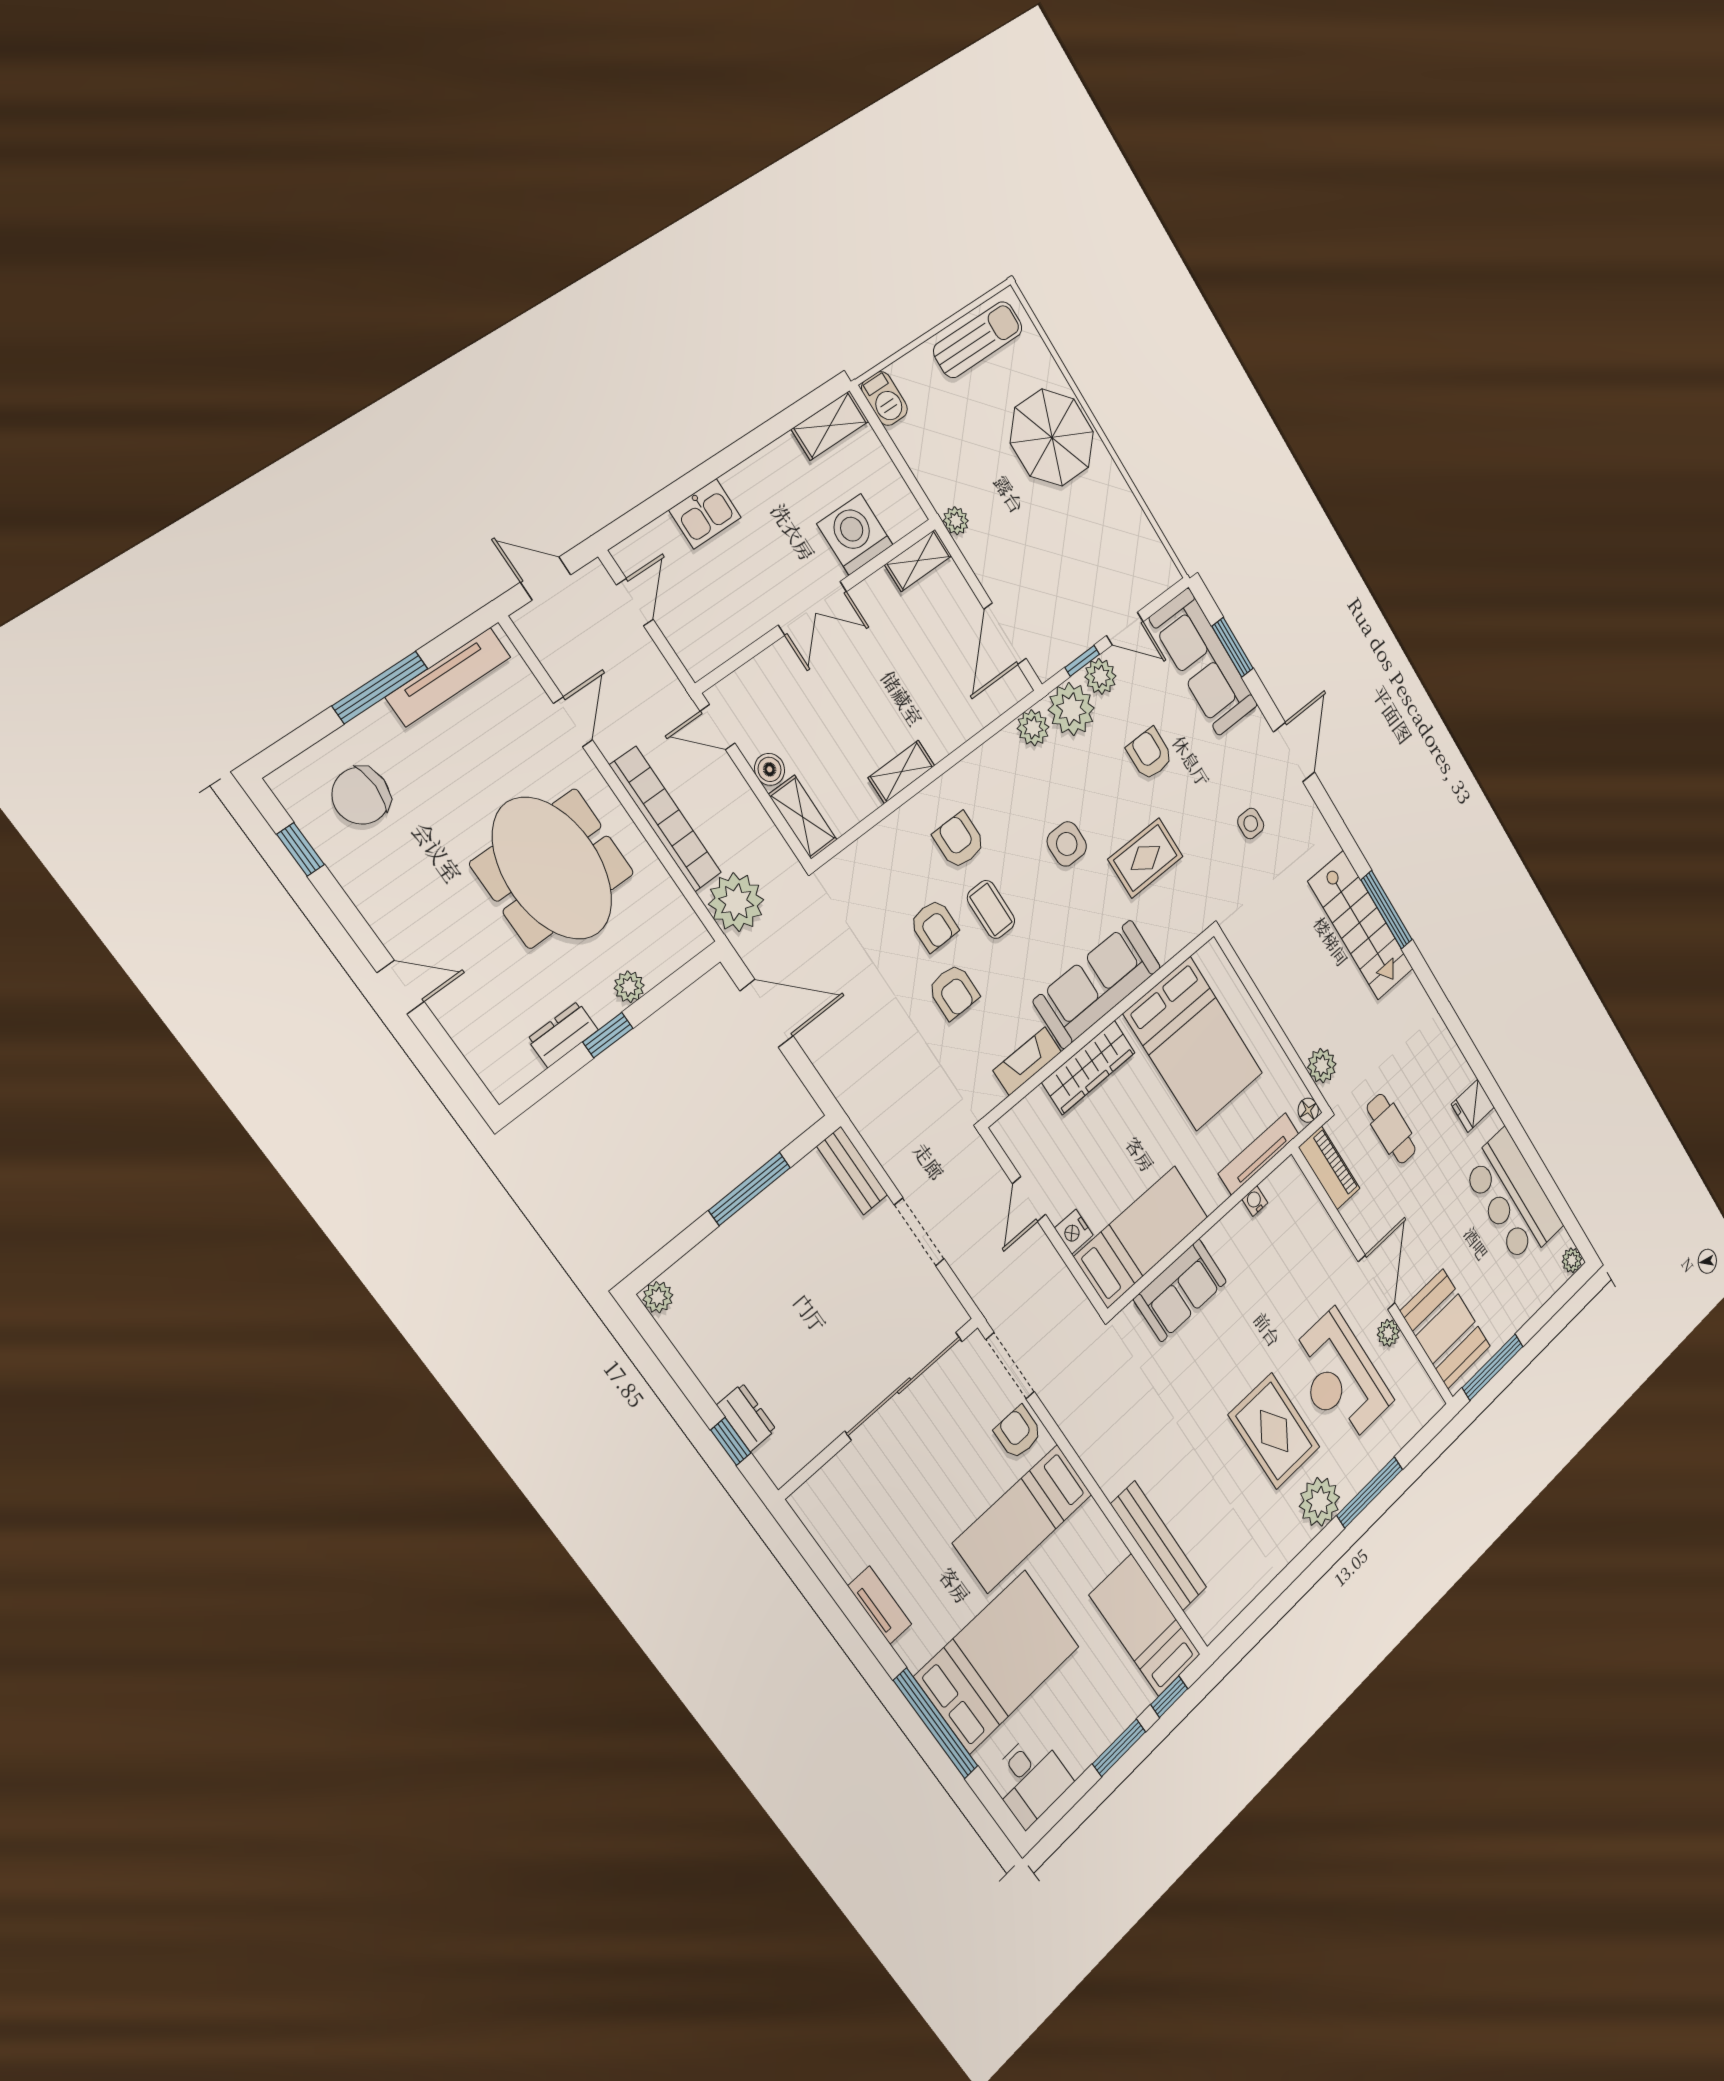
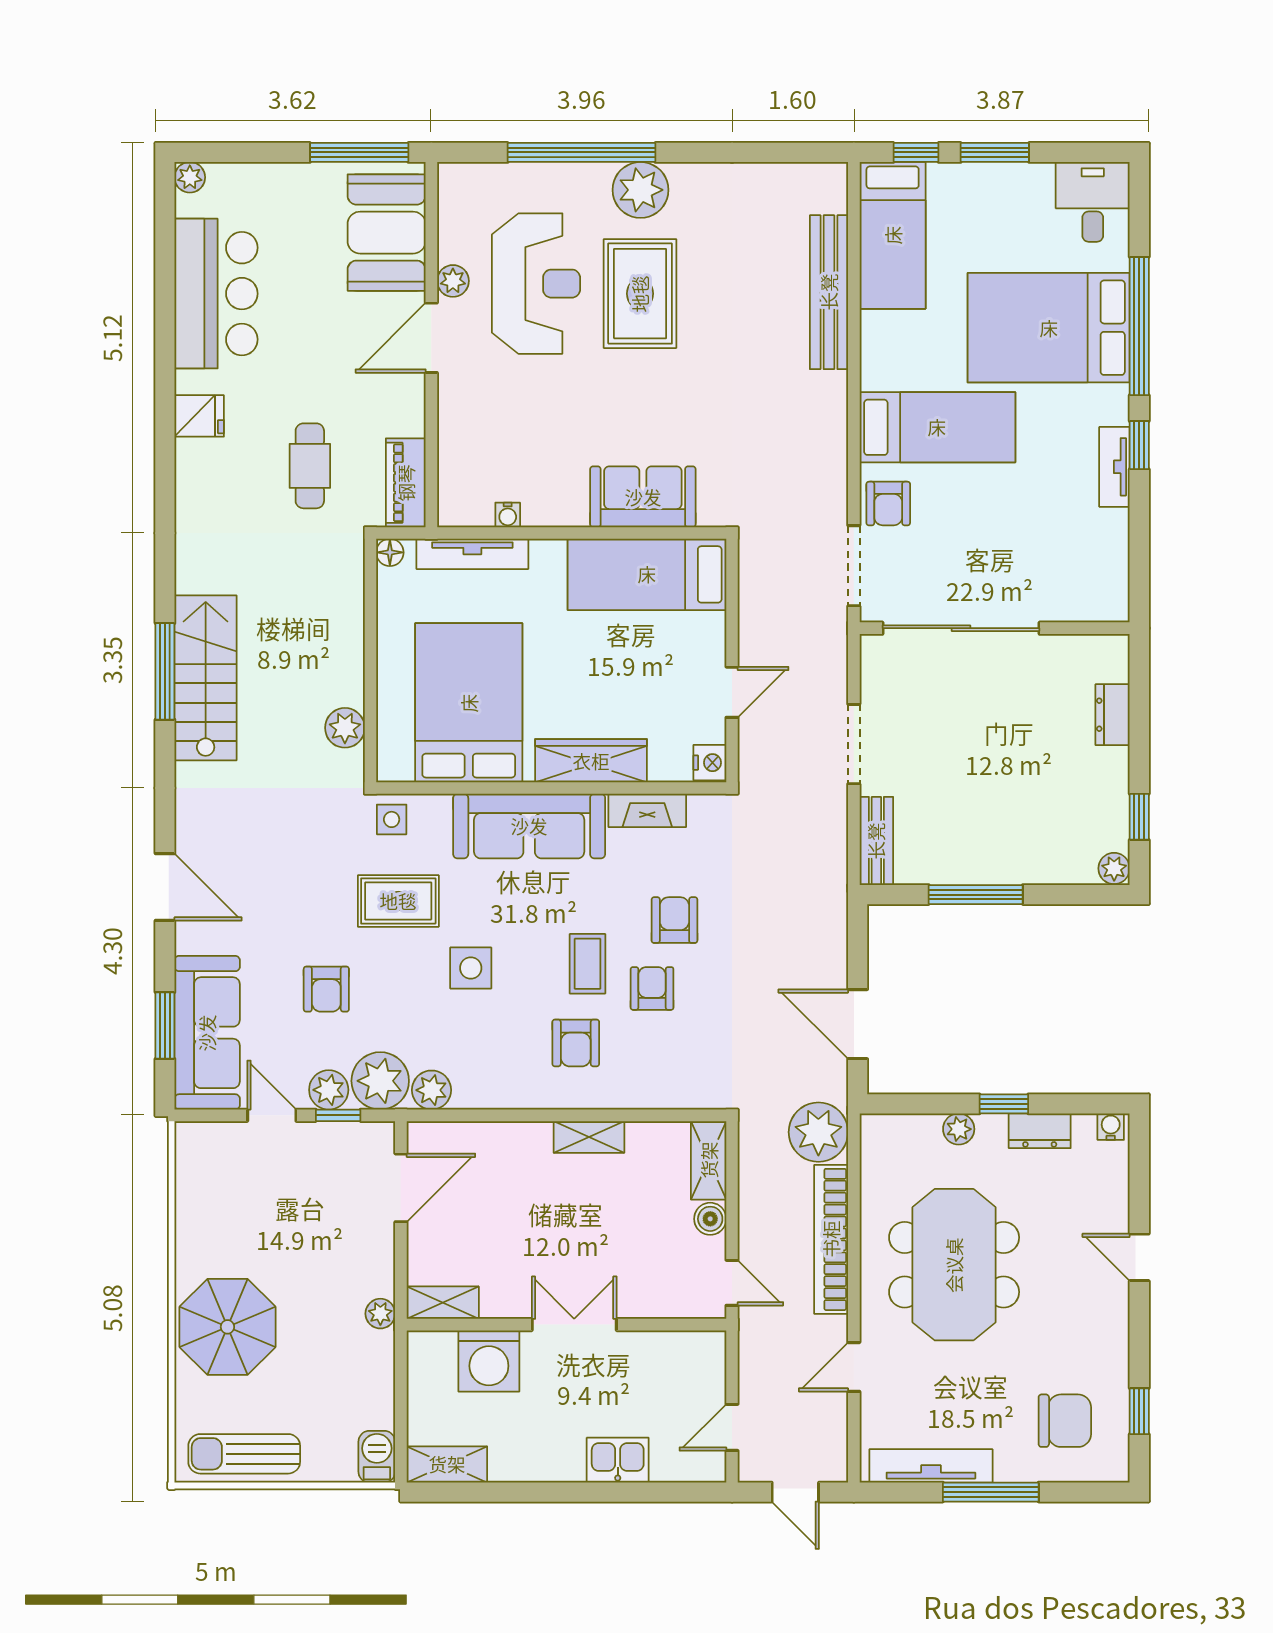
door: (1294, 752) -> (165, 887), swing flipped
side table: (1251, 823) -> (392, 819), moved
plant: (1322, 1066) -> (345, 728), moved
water cooler: (507, 1082) -> (1111, 1127), added
nightstand: (1074, 1232) -> (710, 763), moved
window: (731, 1441) -> (1139, 817), moved
window: (1370, 1492) -> (581, 152), width x1.46
window: (873, 1638) -> (1139, 445), added

